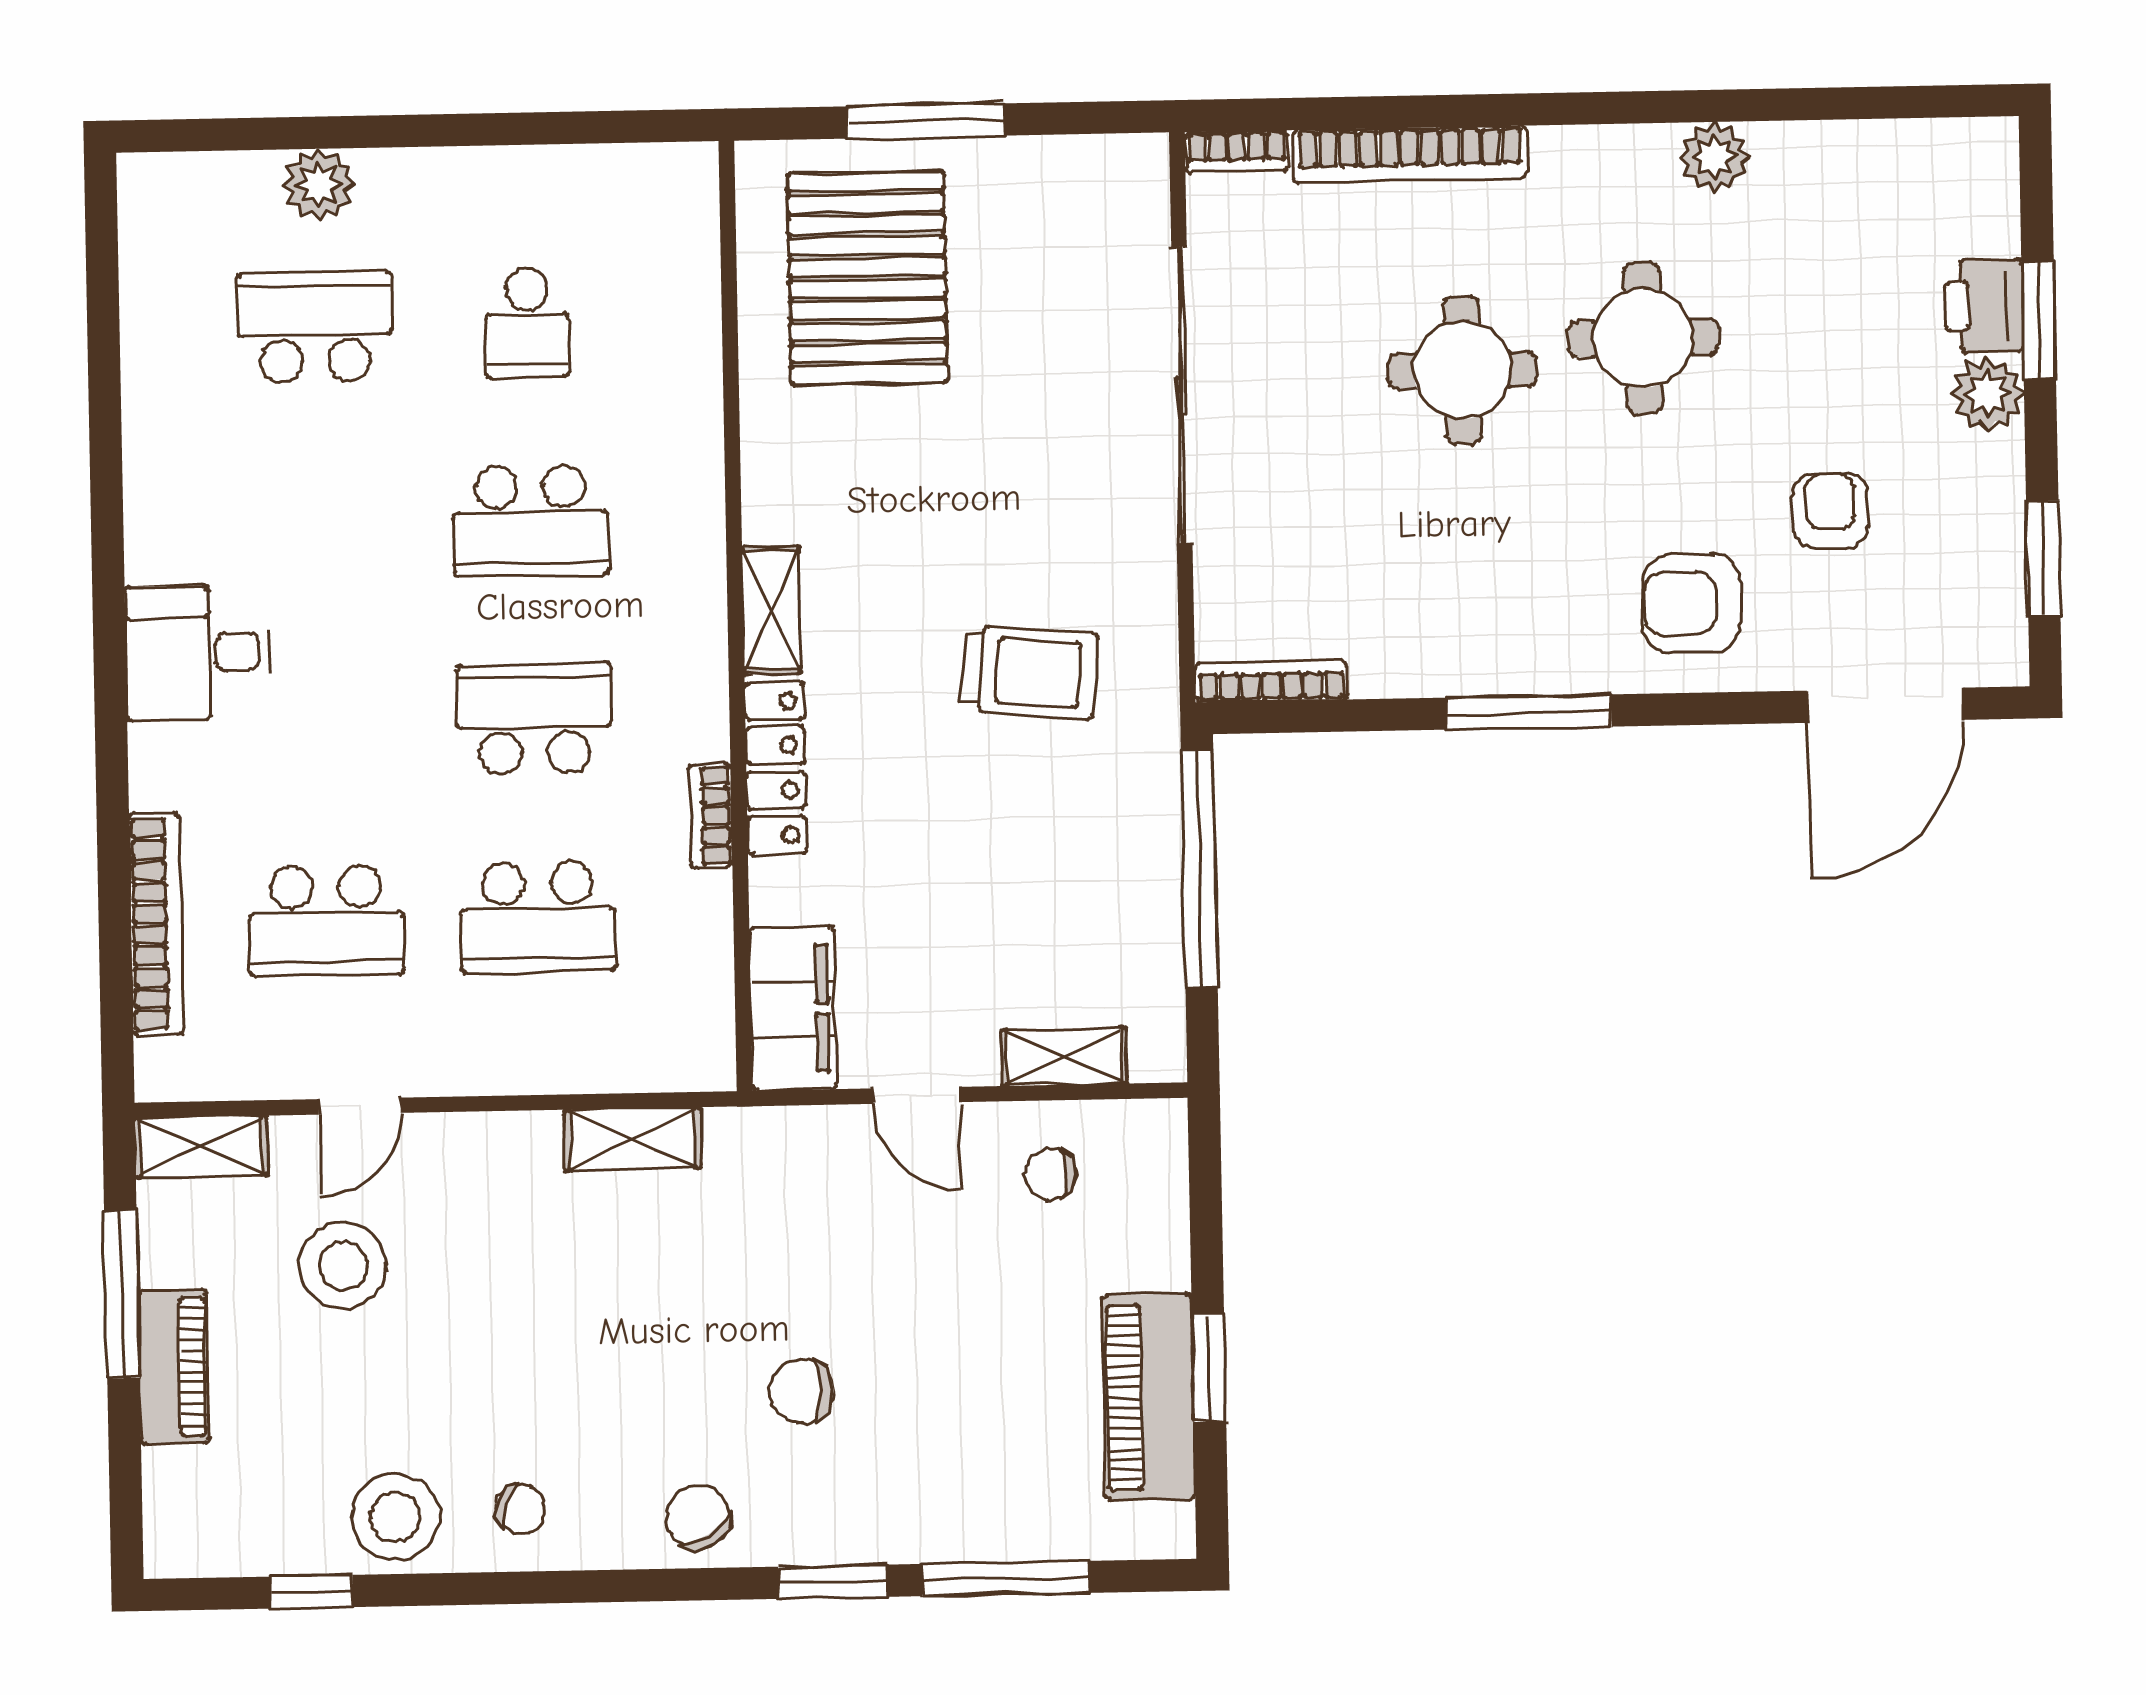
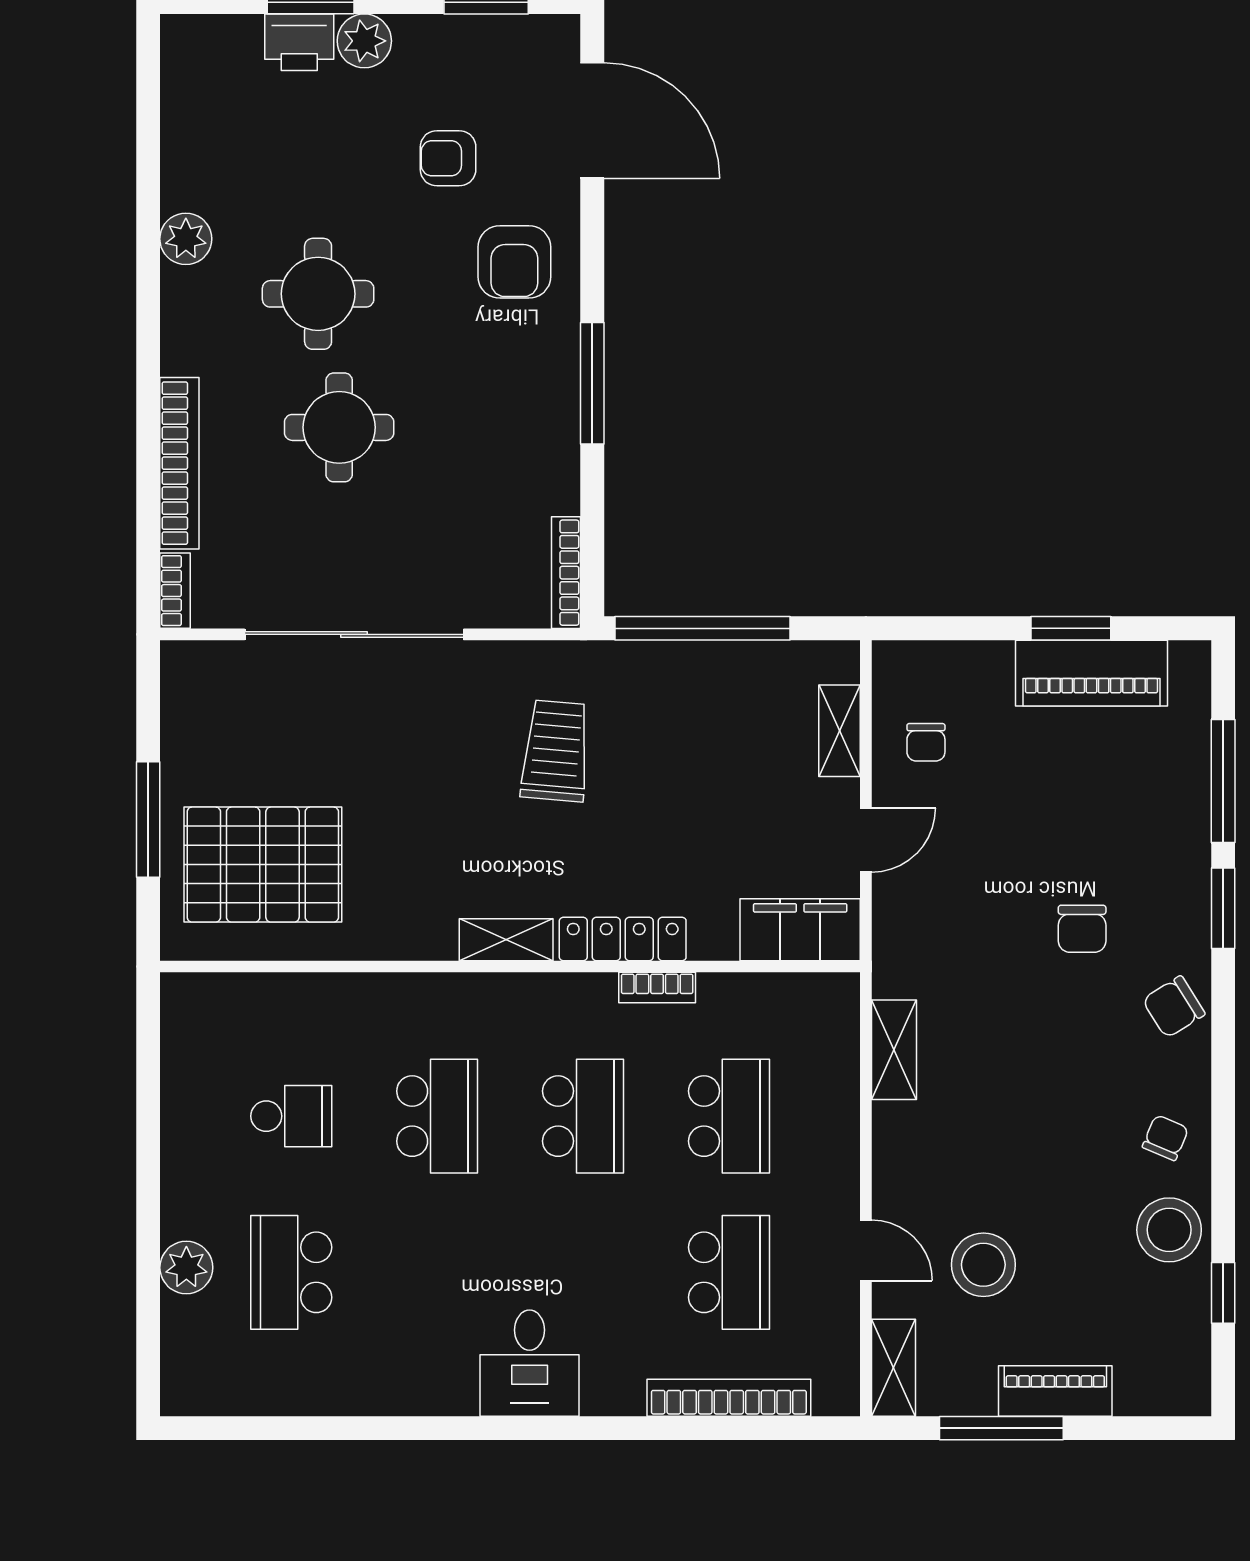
school desk: (534, 719) -> (583, 1116), turned 180

